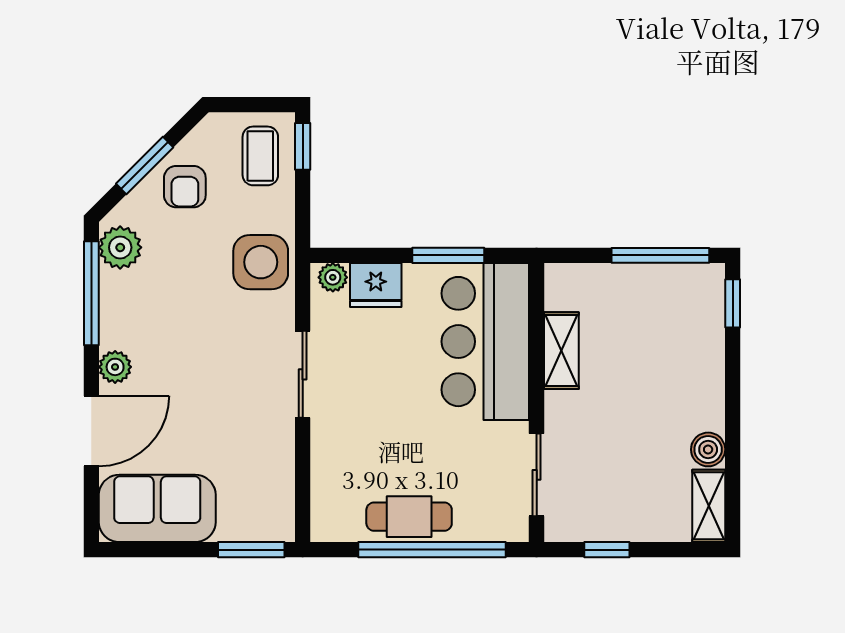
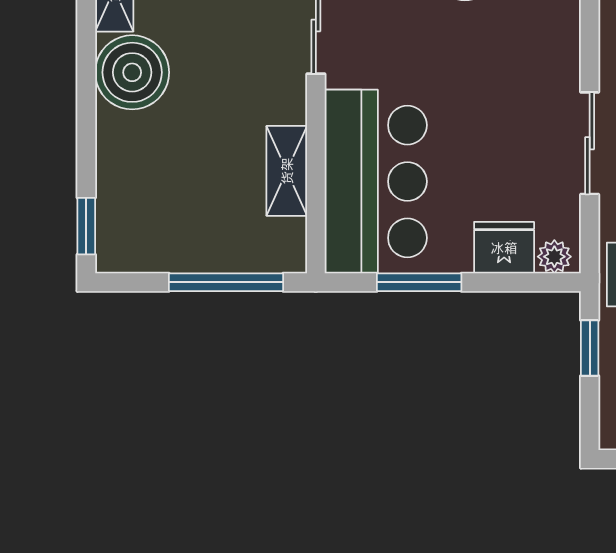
window: (303, 146) -> (590, 348), moved
window: (660, 255) -> (226, 282), moved
boiler: (708, 449) -> (132, 72), width x1.86, depth x1.86

